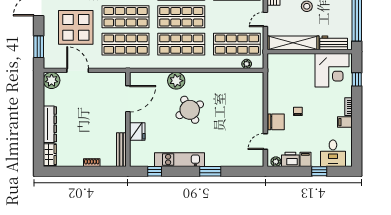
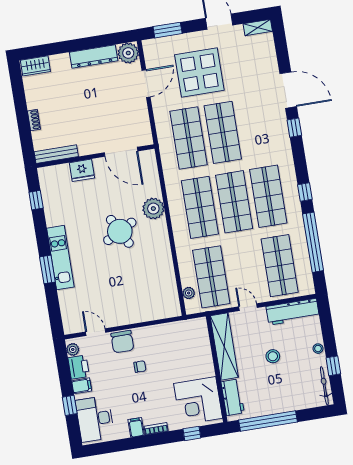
dresser: (50, 124) -> (94, 57), moved
desk: (333, 153) -> (95, 419), width x1.37
kitchen unit: (180, 160) -> (60, 258), moved

